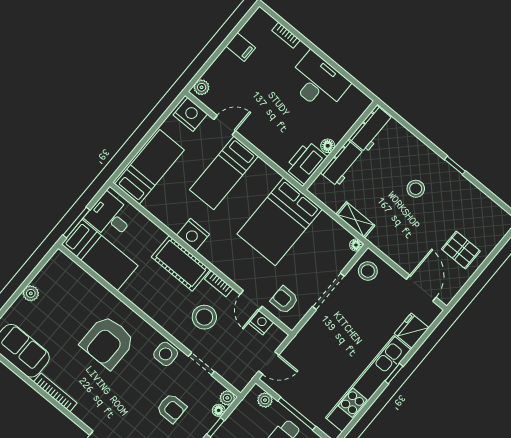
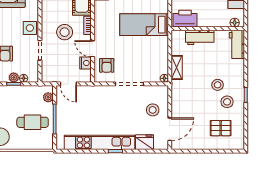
workbench: (371, 129) -> (237, 44), moved, turned 90
floor lamp: (328, 146) -> (235, 23), moved
stool: (445, 194) -> (227, 102), added
bed: (280, 222) -> (144, 25), width x0.67
pallet: (461, 250) -> (221, 128), moved, turned 90
stool: (368, 271) -> (153, 110), moved
door: (251, 300) -> (93, 49), hinge flipped
armchair: (285, 300) -> (107, 65), turned 180
plant: (227, 398) -> (14, 77), moved

